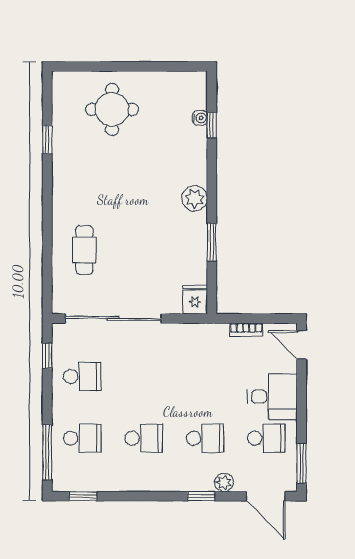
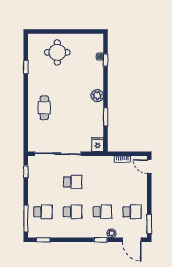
cafe table: (84, 250) -> (44, 108), moved
school desk: (82, 376) -> (73, 182), moved
desk: (272, 397) -> (135, 192), removed

